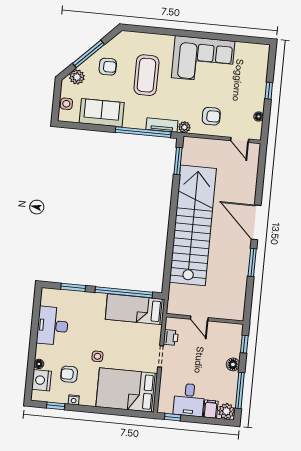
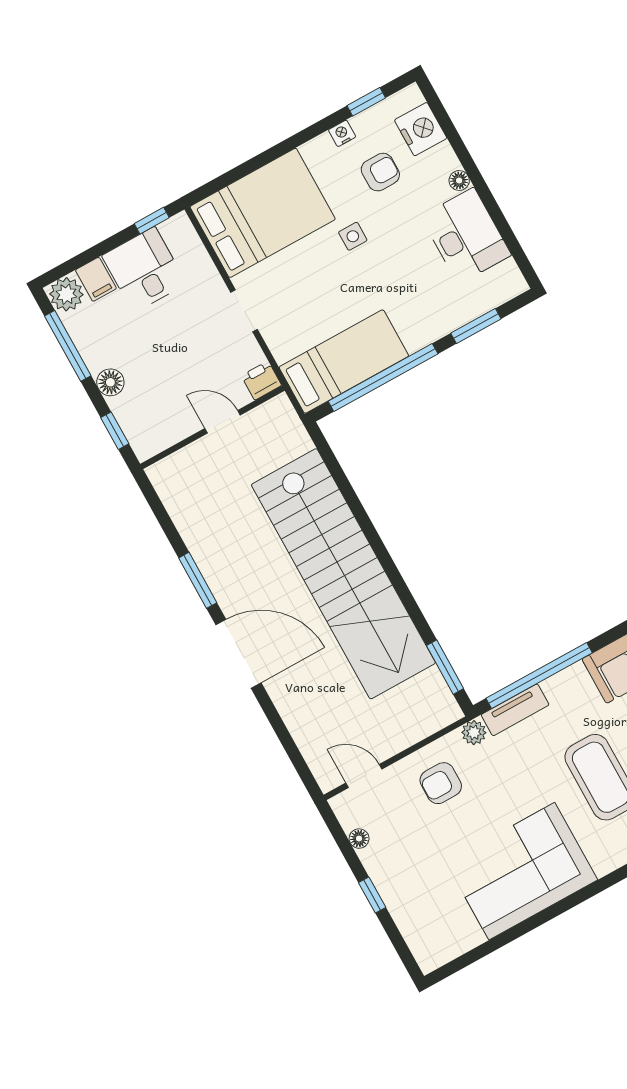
printer: (171, 337) -> (261, 381), moved, turned 90
floor lamp: (39, 364) -> (459, 180), moved

